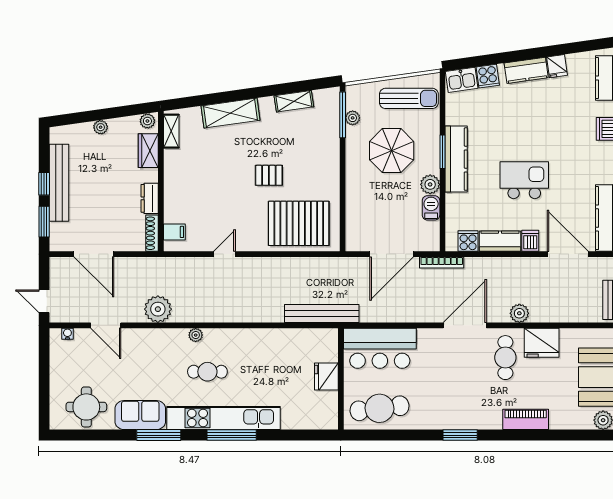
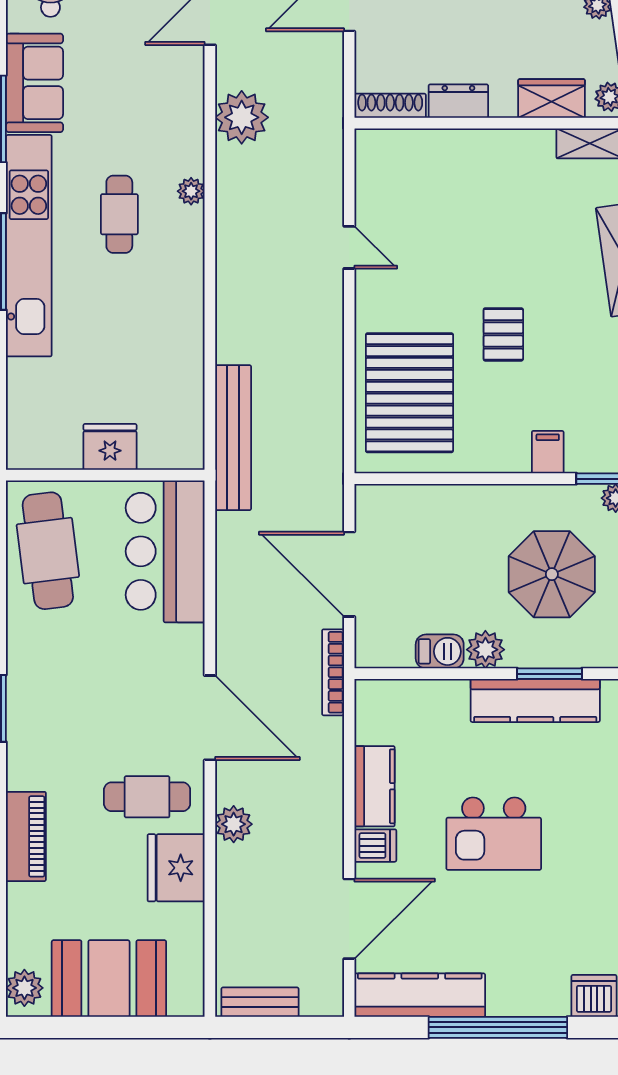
kitchen island: (524, 180) -> (494, 834), turned 90
filing cabinet: (174, 232) -> (548, 452), moved, turned 180
cooker: (468, 241) -> (375, 724), removed

